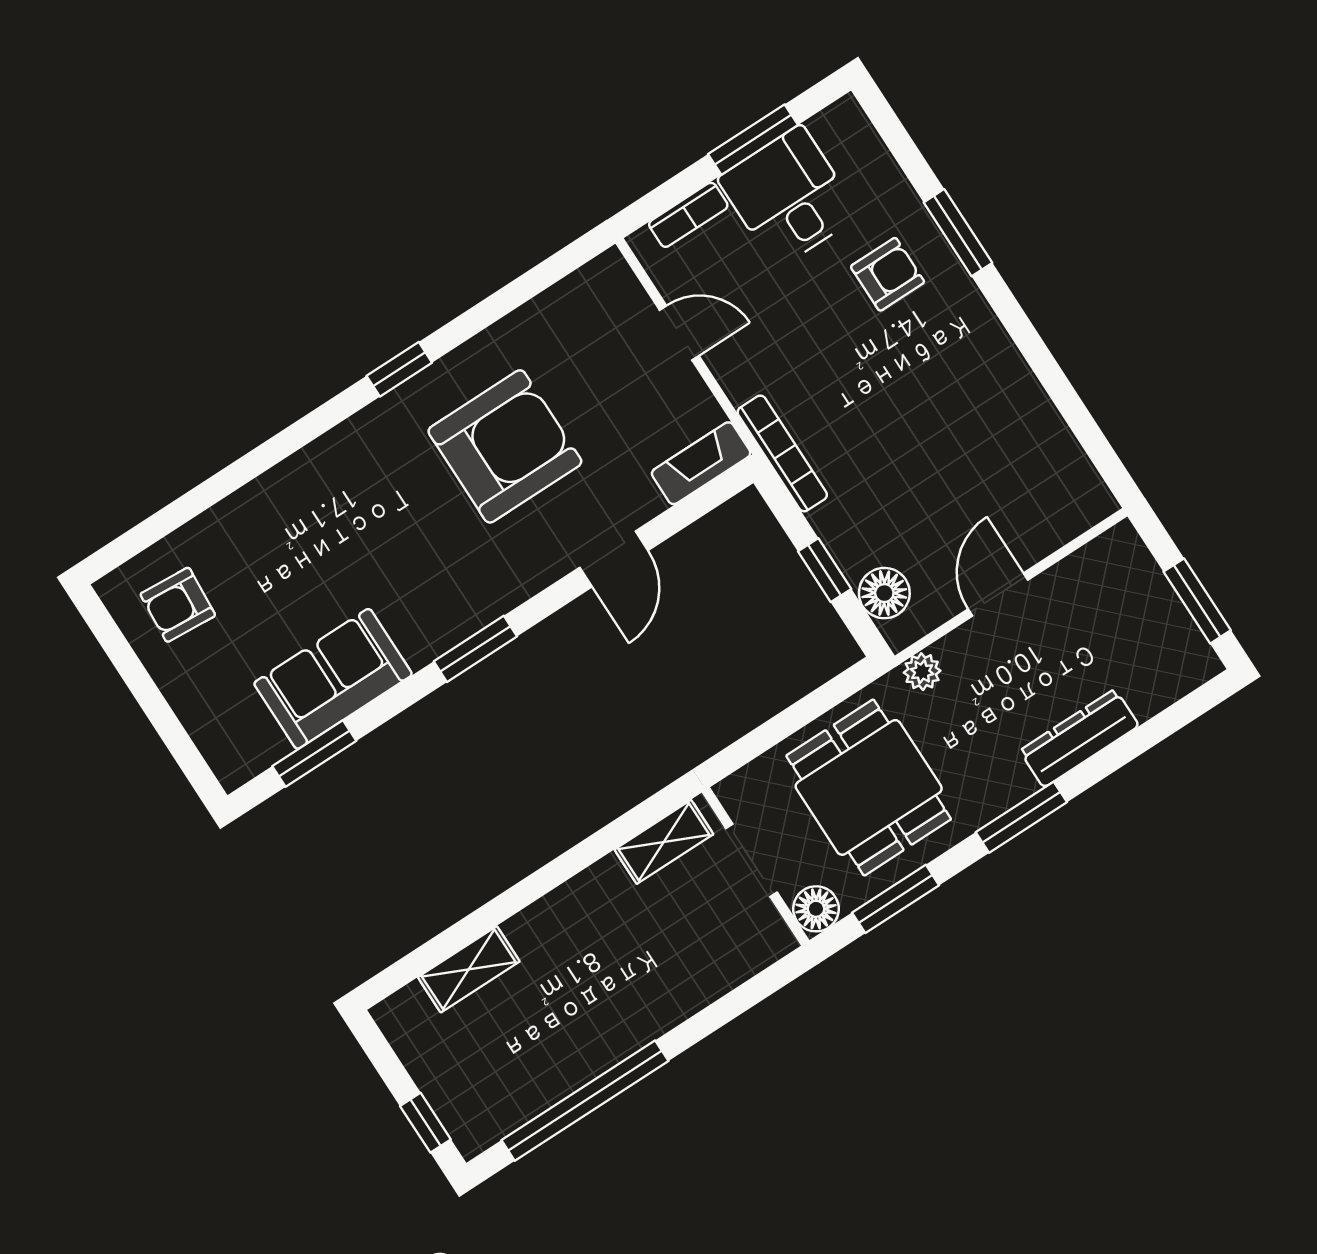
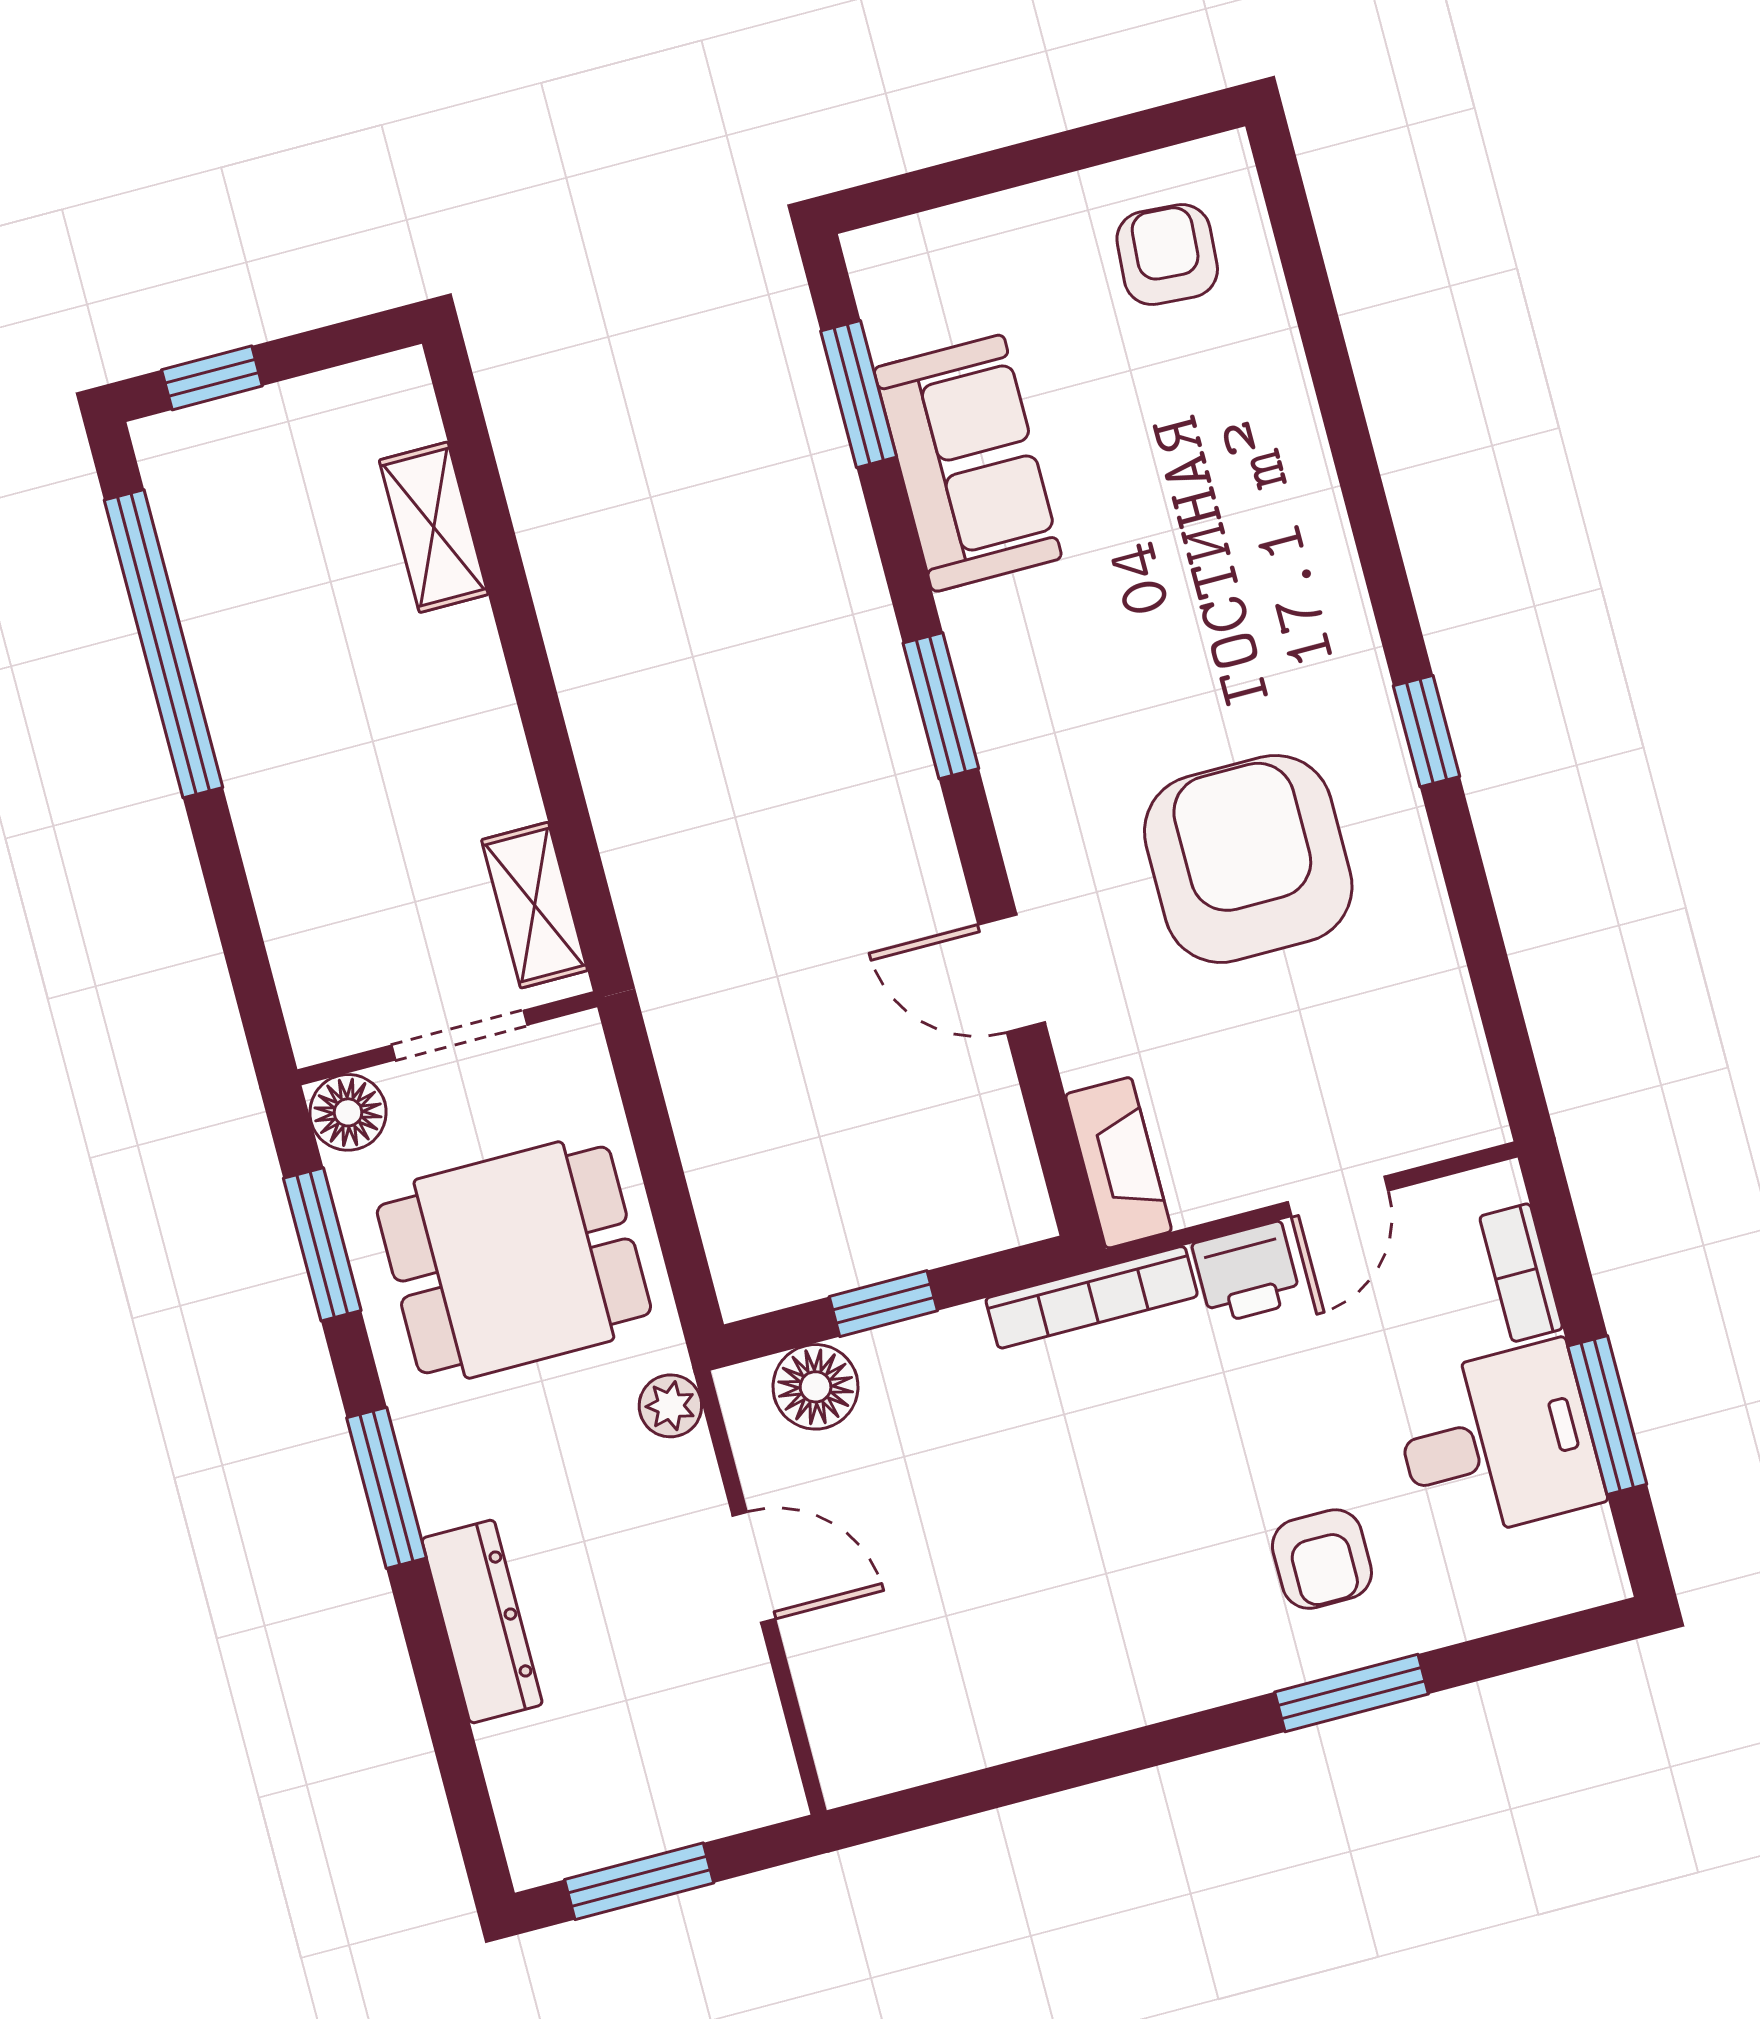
printer: (739, 370) -> (1247, 1273), added
armchair: (505, 446) -> (1248, 859), turned 180

